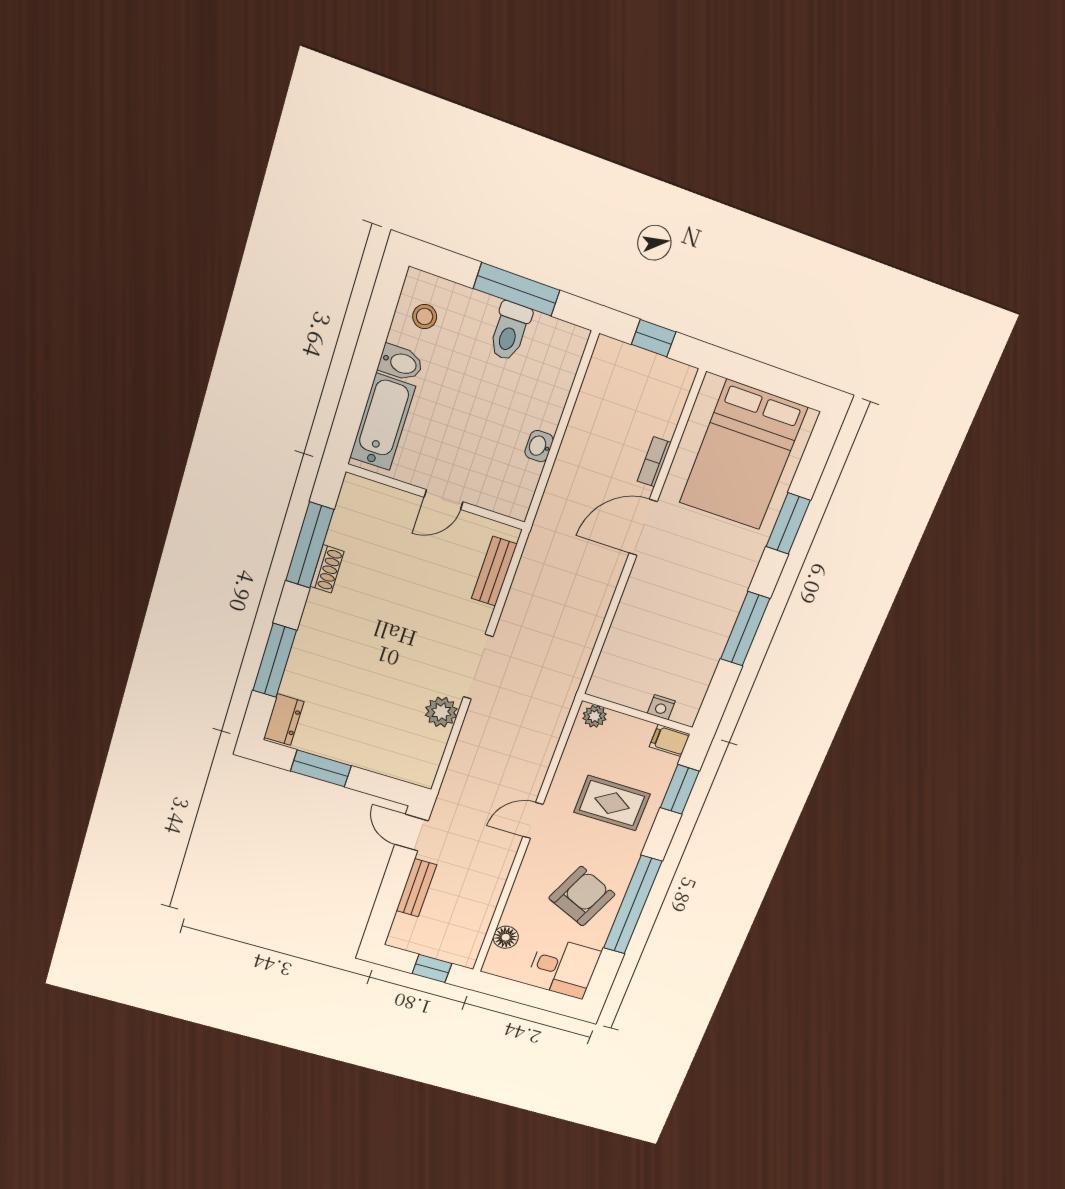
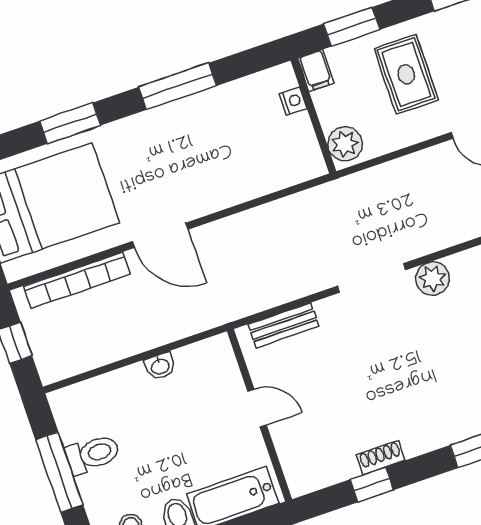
bookcase: (654, 462) -> (77, 280), width x2.31, depth x1.31
window: (310, 545) -> (372, 485), width x0.46
plant: (595, 716) -> (345, 144), width x1.38, depth x1.38

